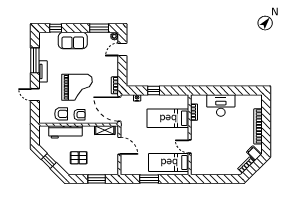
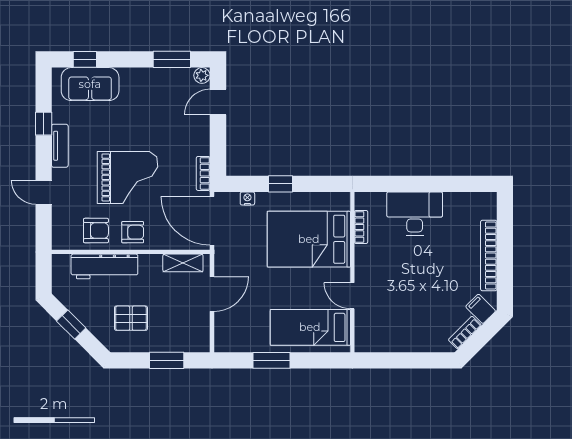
sofa: (73, 41) -> (90, 84), moved
window: (35, 60) -> (44, 124), width x0.46
bed: (168, 118) -> (309, 239), width x1.50
door: (119, 146) -> (212, 294), hinge flipped

